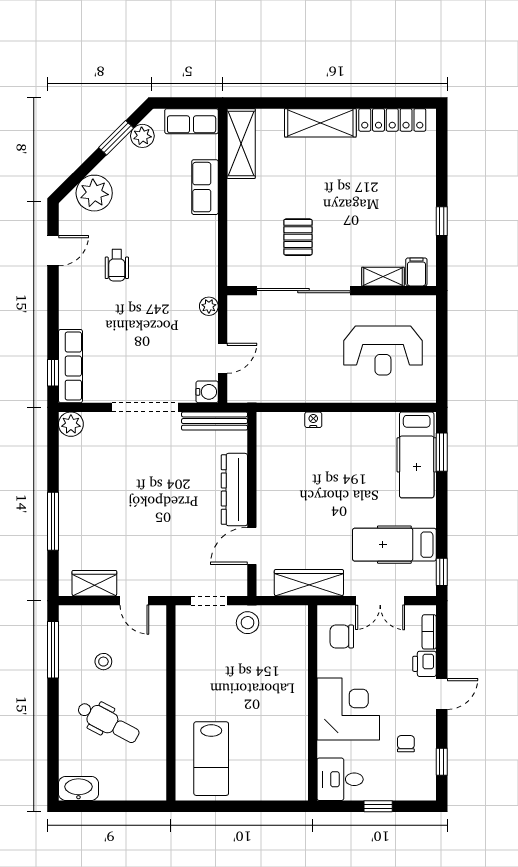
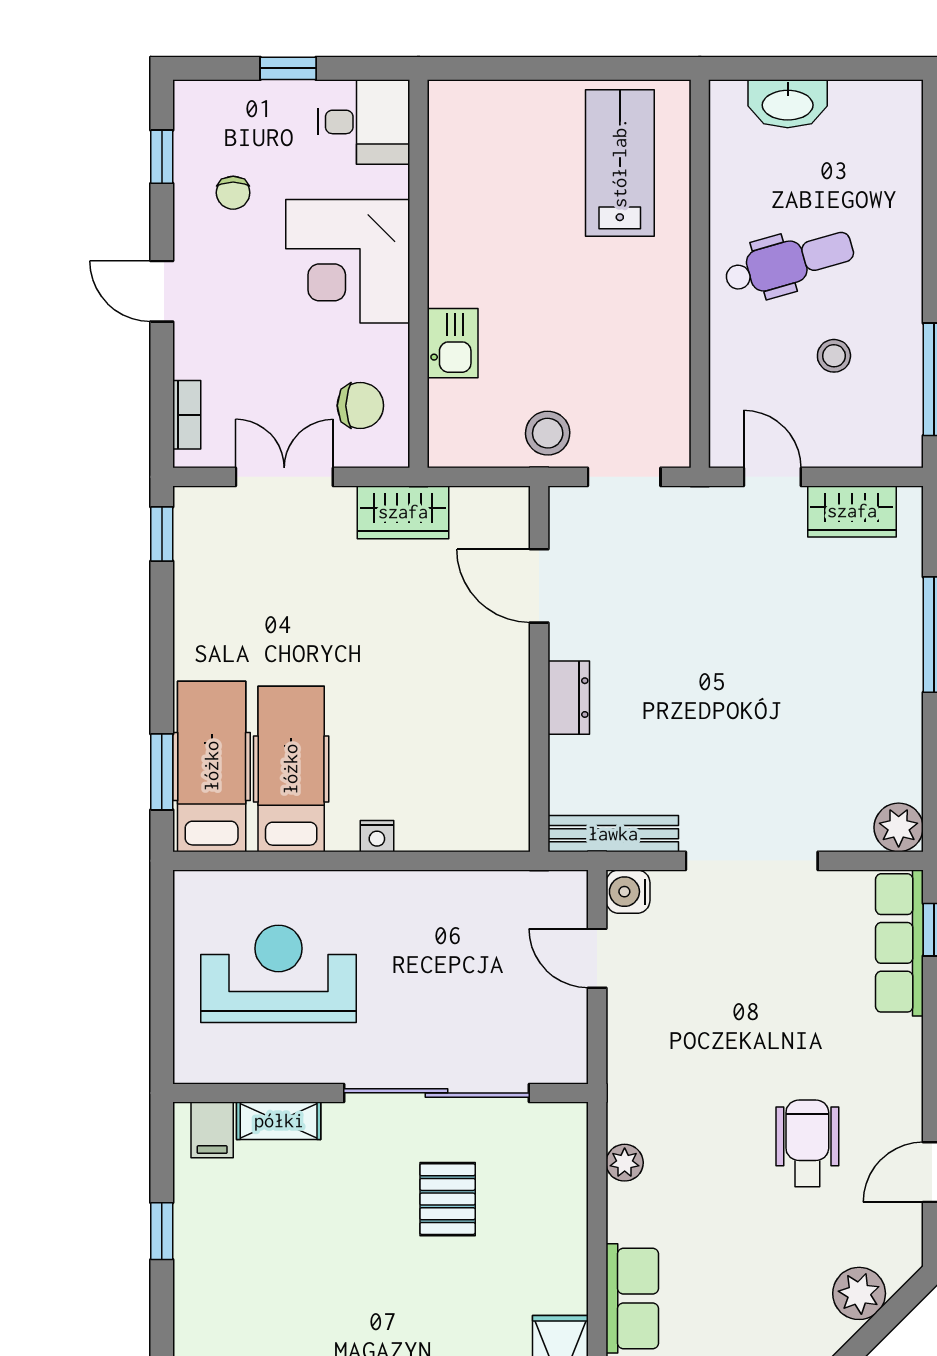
plant: (94, 193) -> (859, 1293), width x0.73, depth x0.73
wheelchair: (117, 265) -> (807, 1143), width x1.36, depth x1.37
plant: (209, 306) -> (625, 1163), moved
door: (223, 358) -> (597, 958), hinge flipped
nightstand: (313, 420) -> (377, 836), moved
dresser: (234, 490) -> (569, 698), width x0.51, depth x0.80
hospital bed: (394, 545) -> (291, 769), moved, turned -90
door: (252, 546) -> (539, 586), swing flipped
wardrobe: (309, 583) -> (403, 512), width x0.67
printer: (424, 664) -> (196, 351), removed
kitchen sink: (295, 668) -> (453, 343), added
door: (442, 694) -> (162, 291), hinge flipped
dental chair: (108, 722) -> (789, 262), moved, turned 136
washbasin: (78, 788) -> (788, 104), moved

